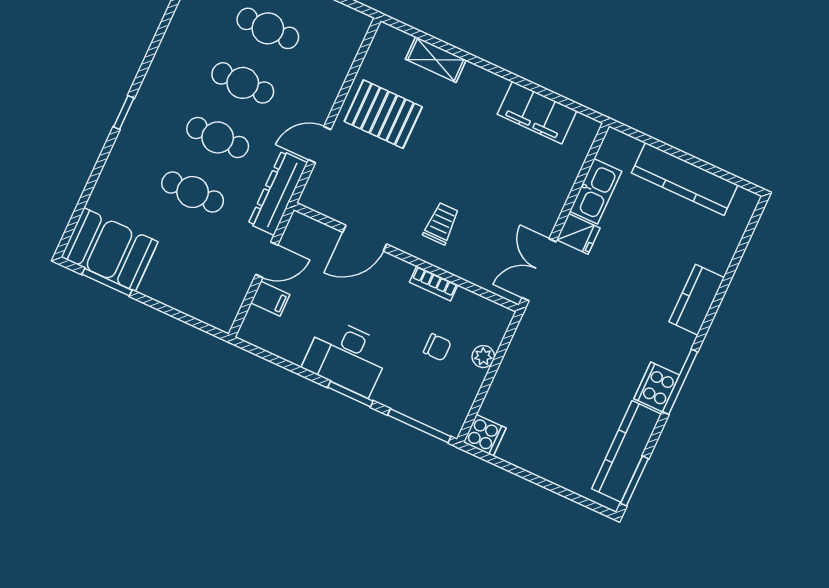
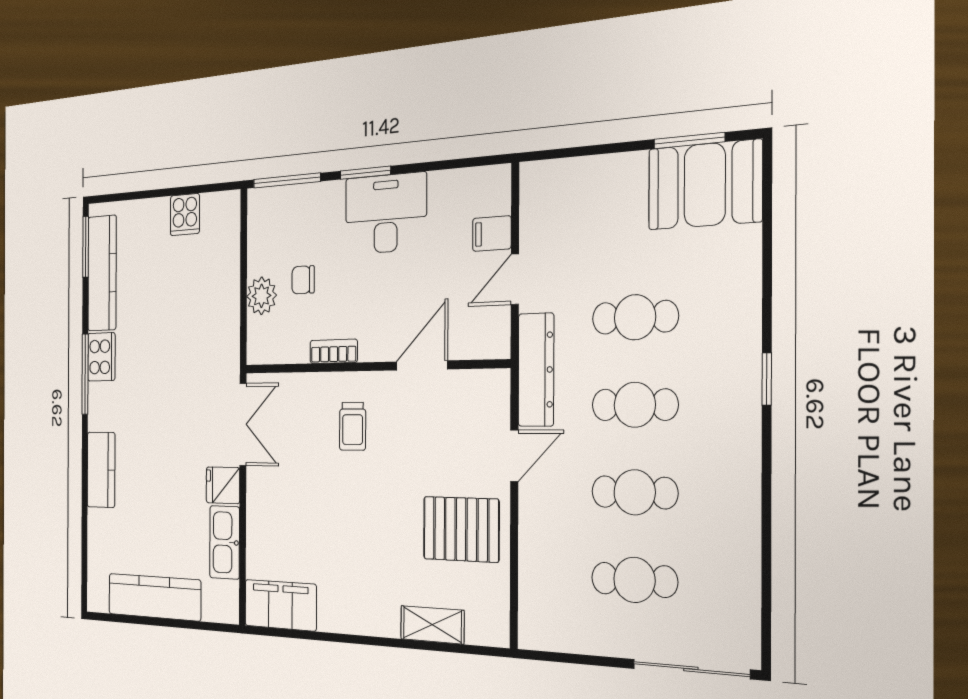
filing cabinet: (537, 113) -> (280, 605), moved
plant: (483, 357) -> (262, 296), width x1.38, depth x1.38
cooker: (485, 435) -> (185, 215), moved, turned -90

